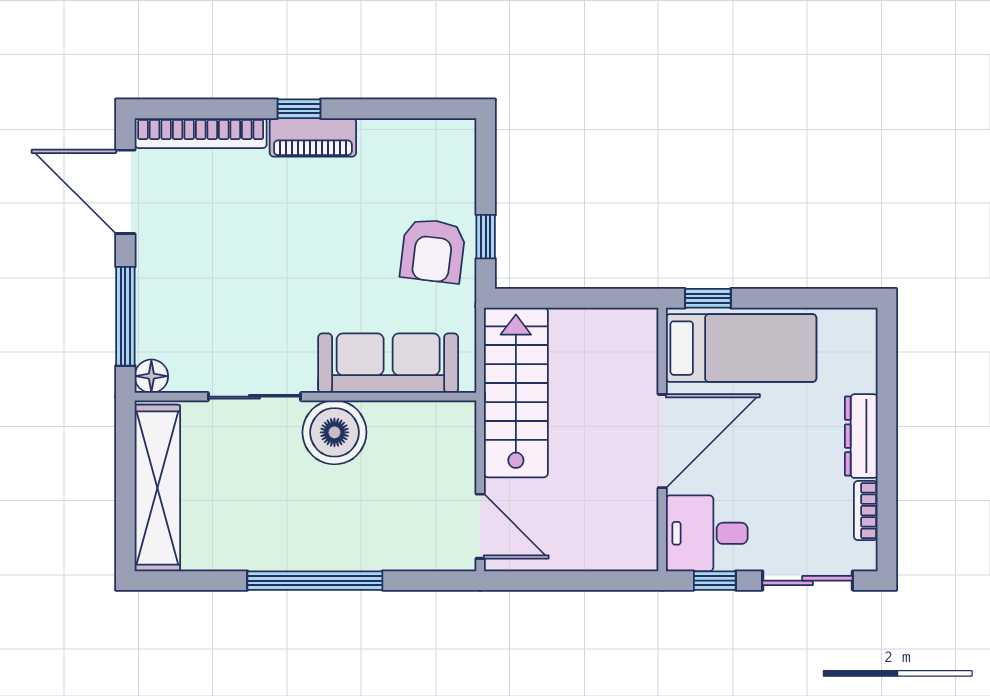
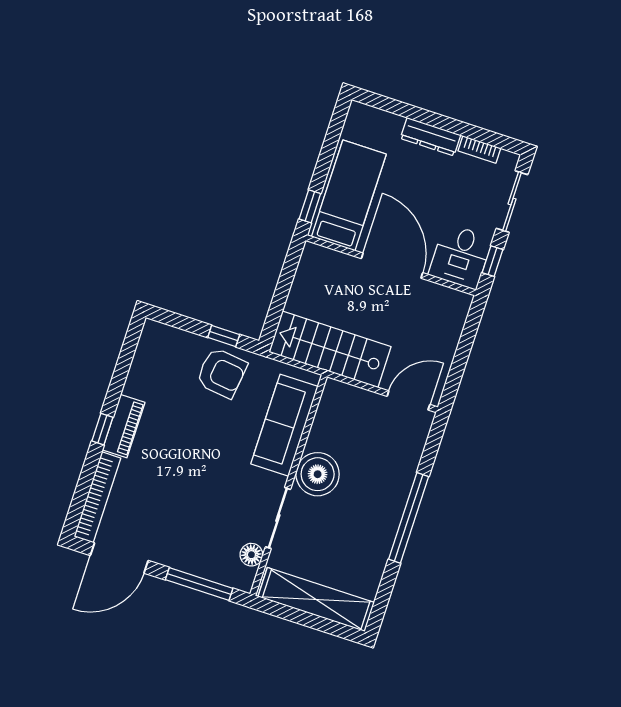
floor lamp: (151, 376) -> (251, 555), moved

